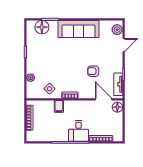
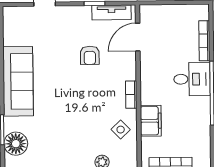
plant: (117, 30) -> (18, 15), removed
filing cabinet: (59, 106) -> (151, 121), width x2.00
floor lamp: (117, 107) -> (151, 13), removed

